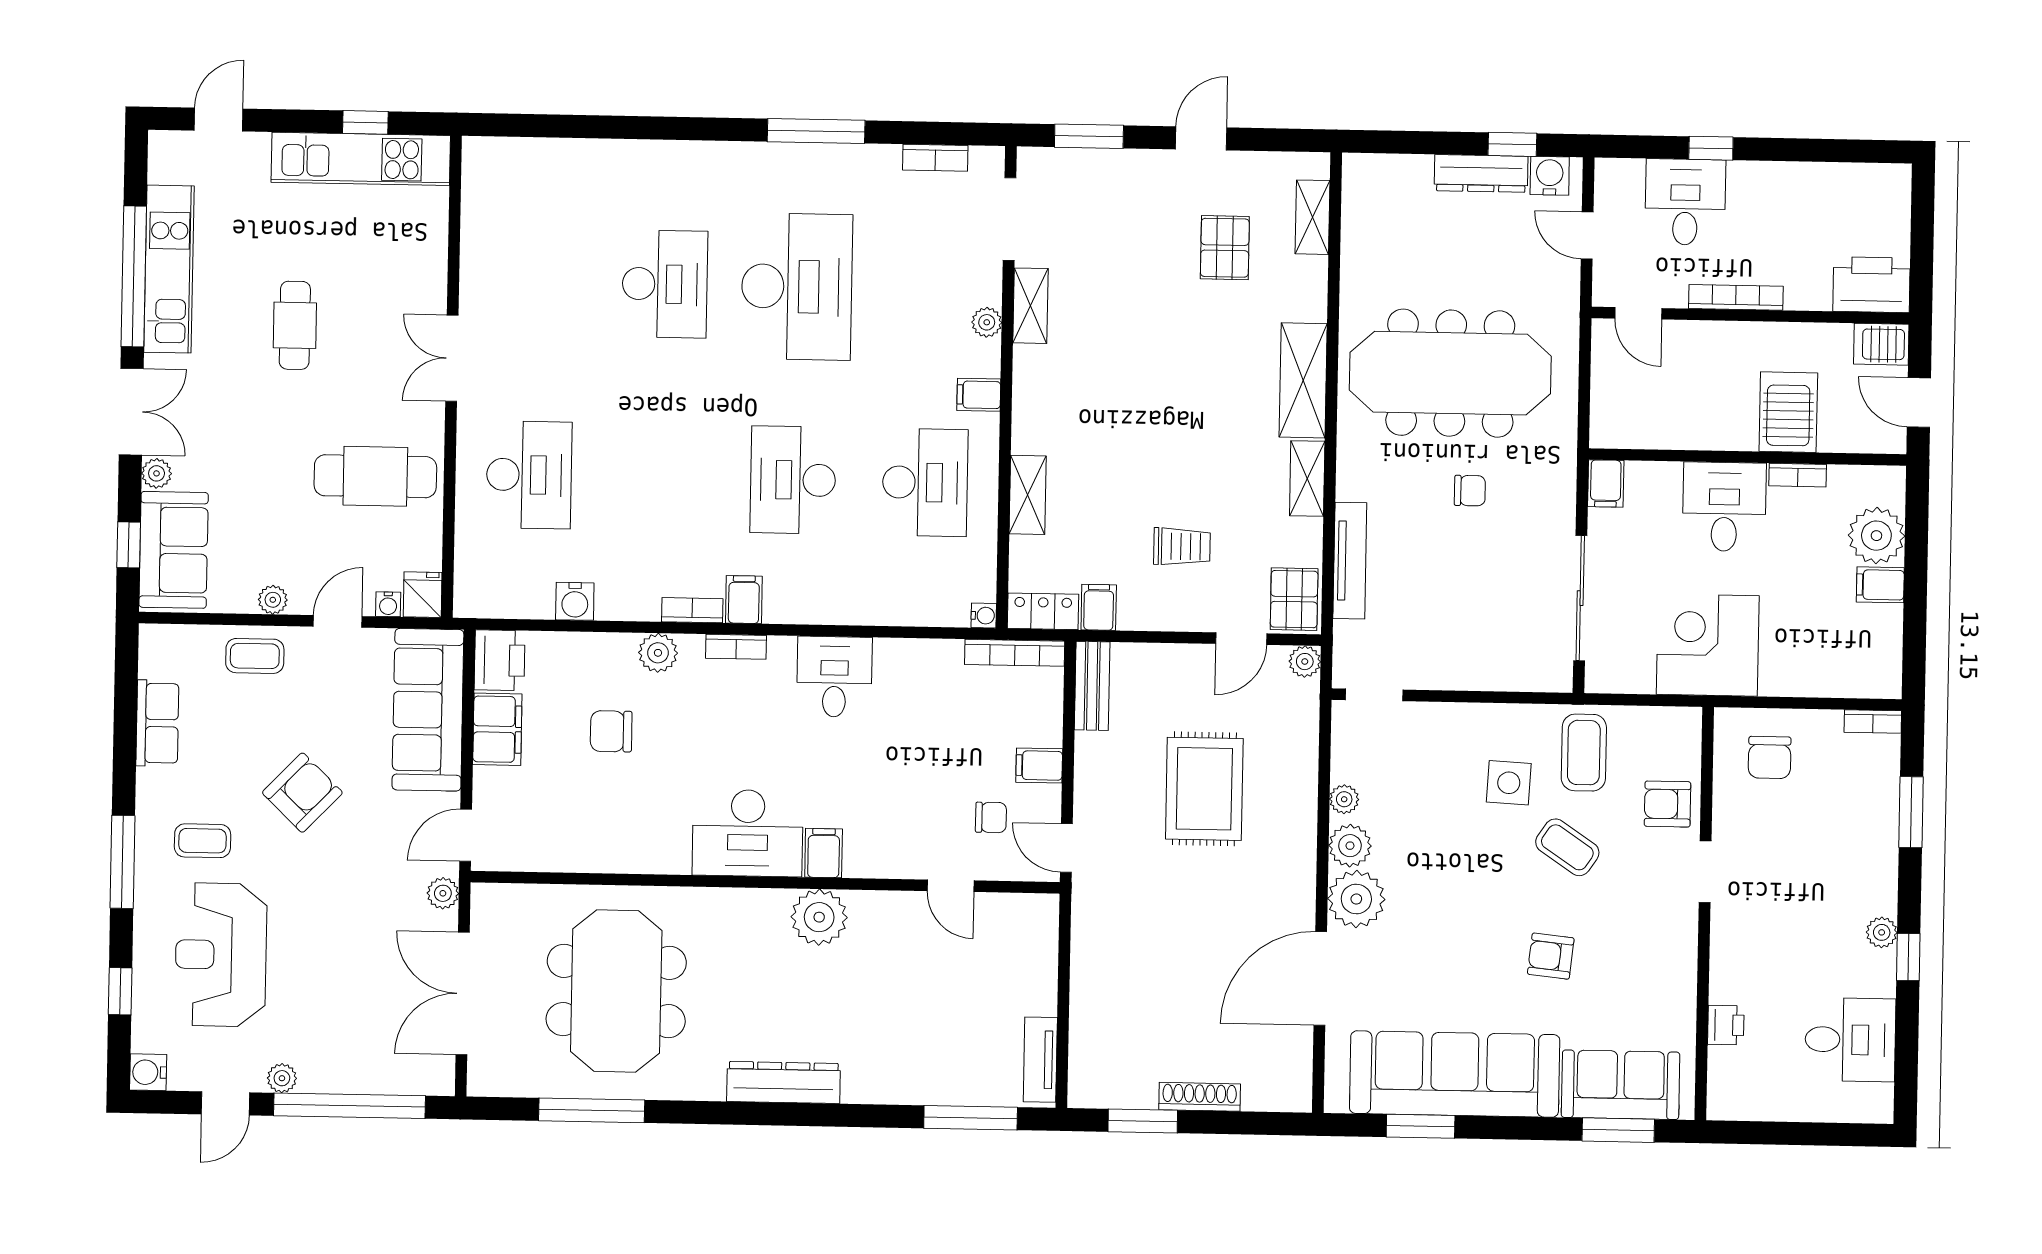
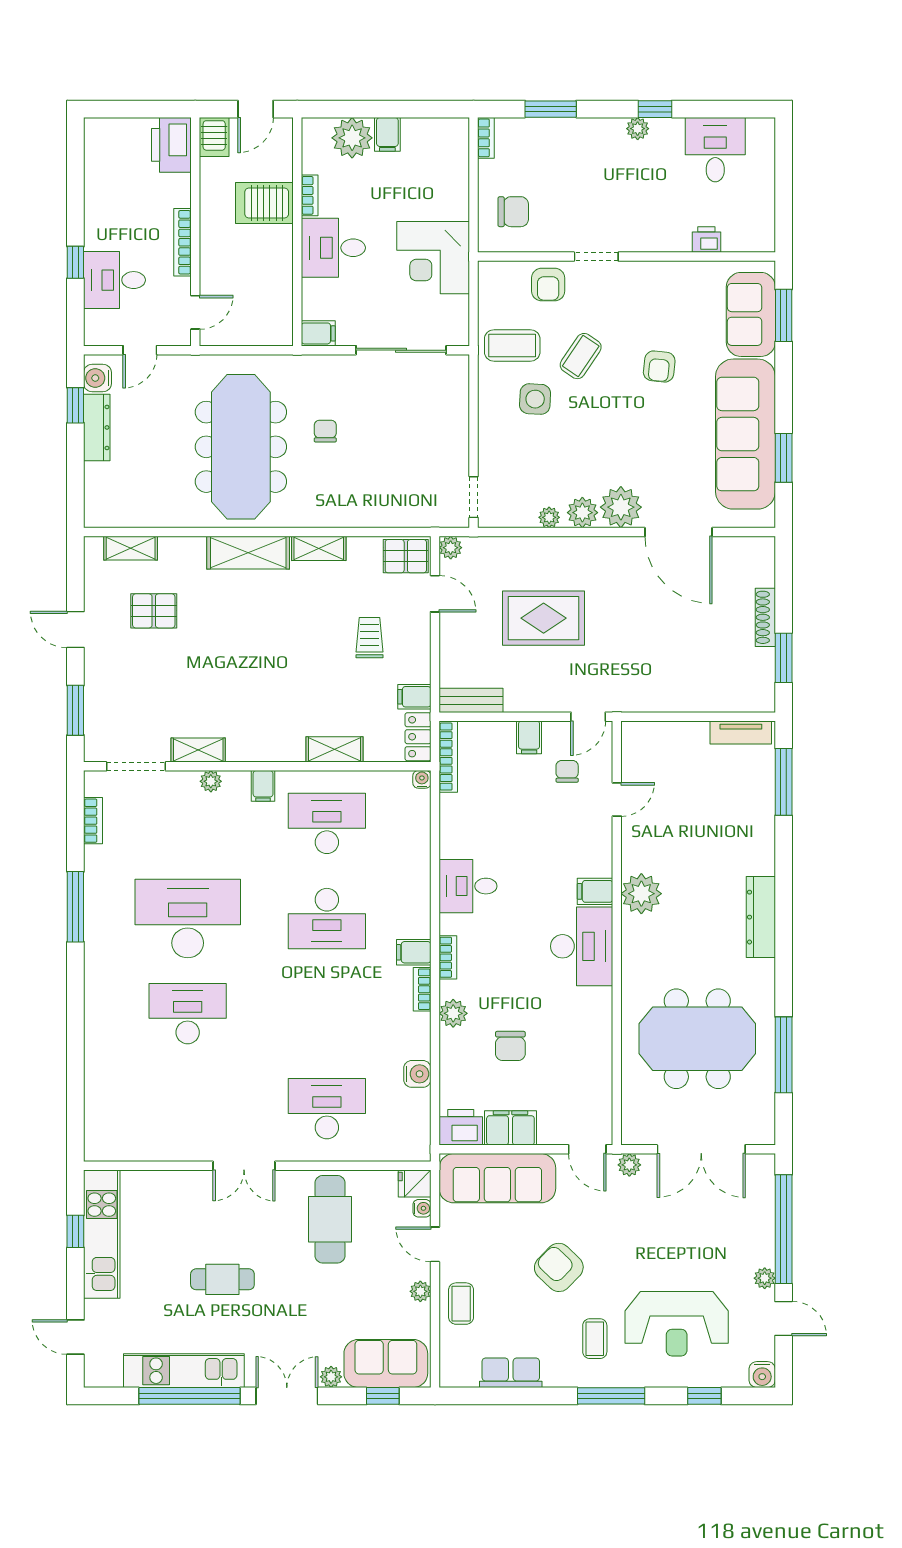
tv unit: (1350, 561) -> (377, 517), removed

